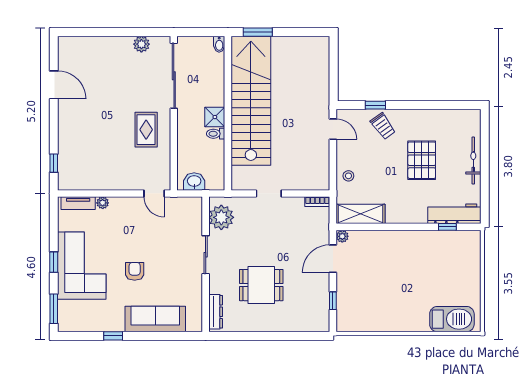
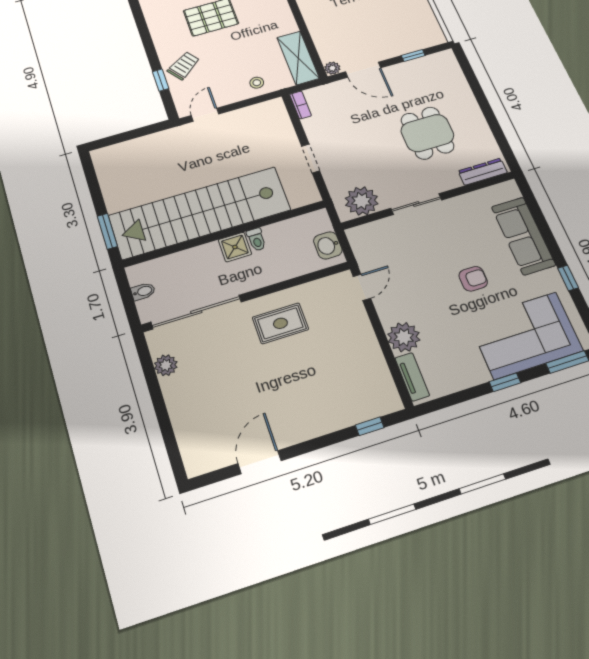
bidet: (219, 44) -> (143, 291), moved
plant: (103, 203) -> (404, 337), width x1.87, depth x1.87
corner sofa: (82, 266) -> (525, 335), moved
armchair: (135, 271) -> (473, 279), turned 180

